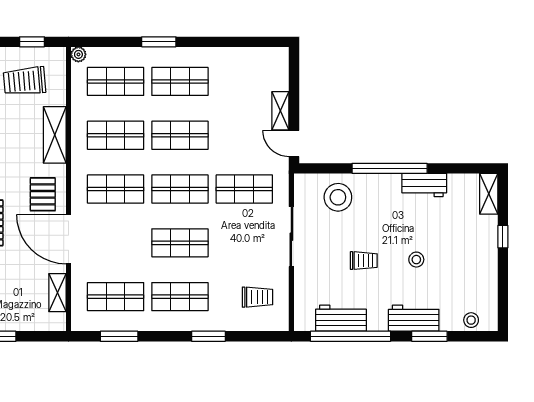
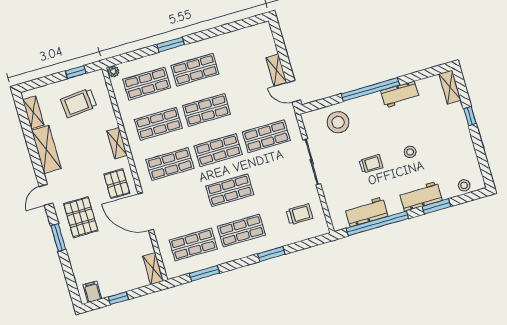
shelving: (55, 135) -> (117, 143), width x0.67, depth x0.75
shelving: (57, 293) -> (153, 269), moved

